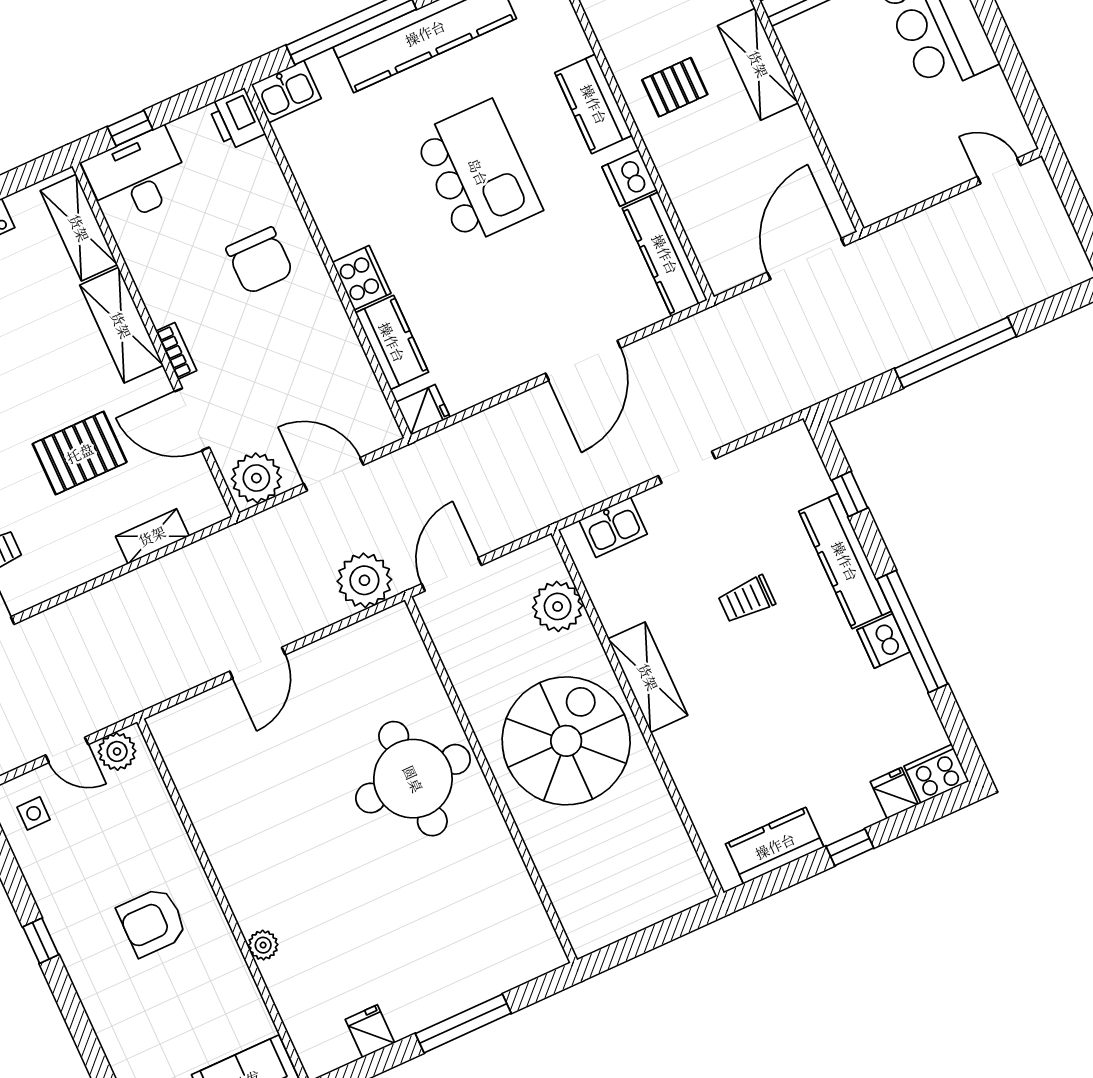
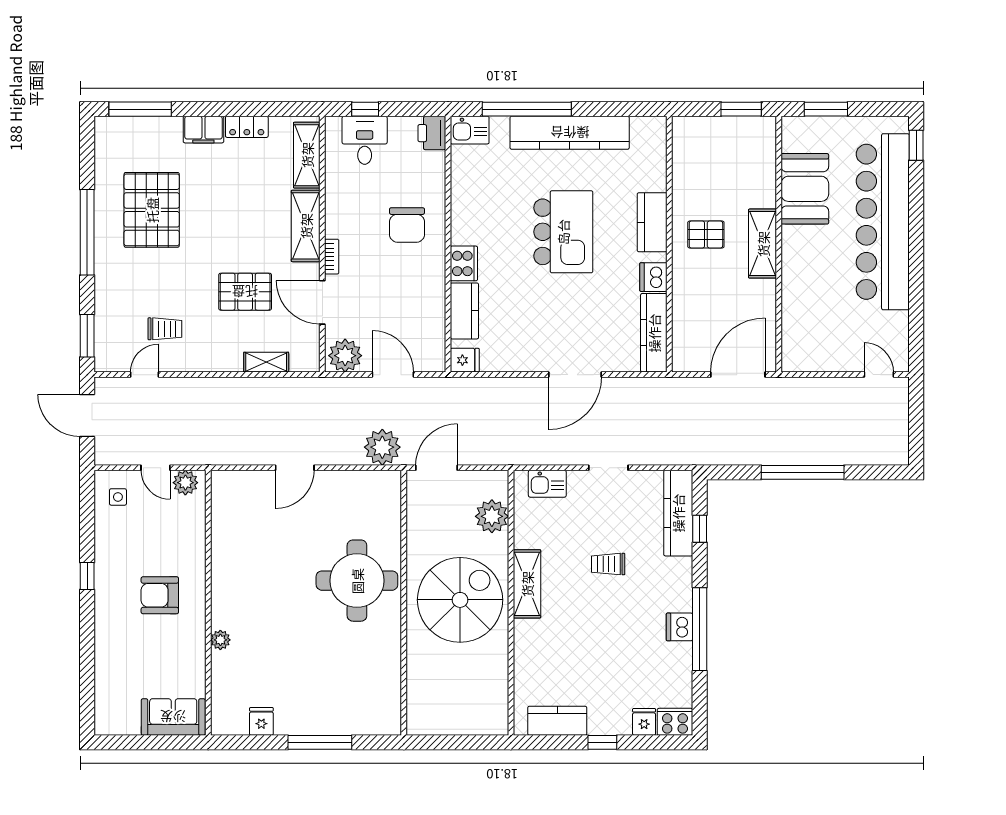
desk: (137, 176) -> (365, 140), width x0.73
kitchen counter: (845, 561) -> (678, 513), moved

